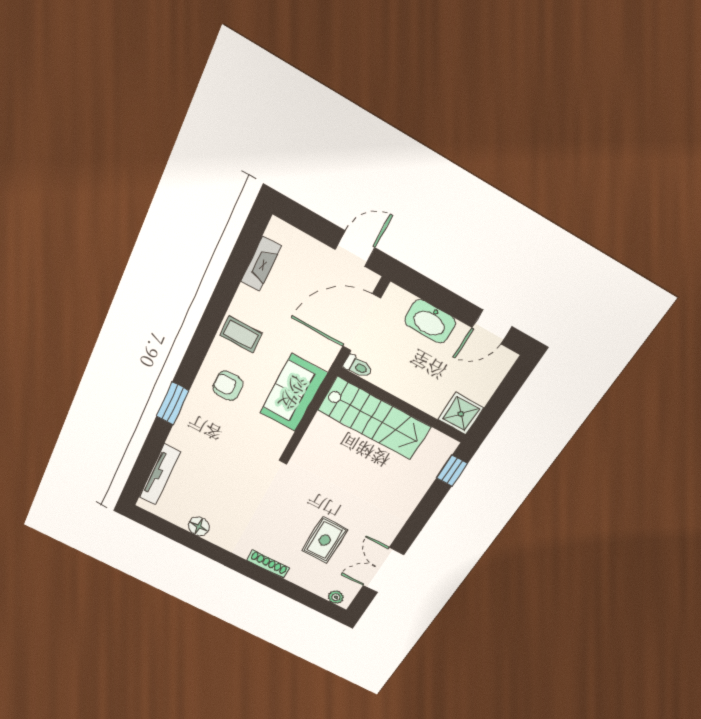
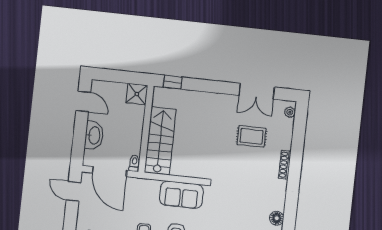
sofa: (293, 393) -> (181, 195), moved

